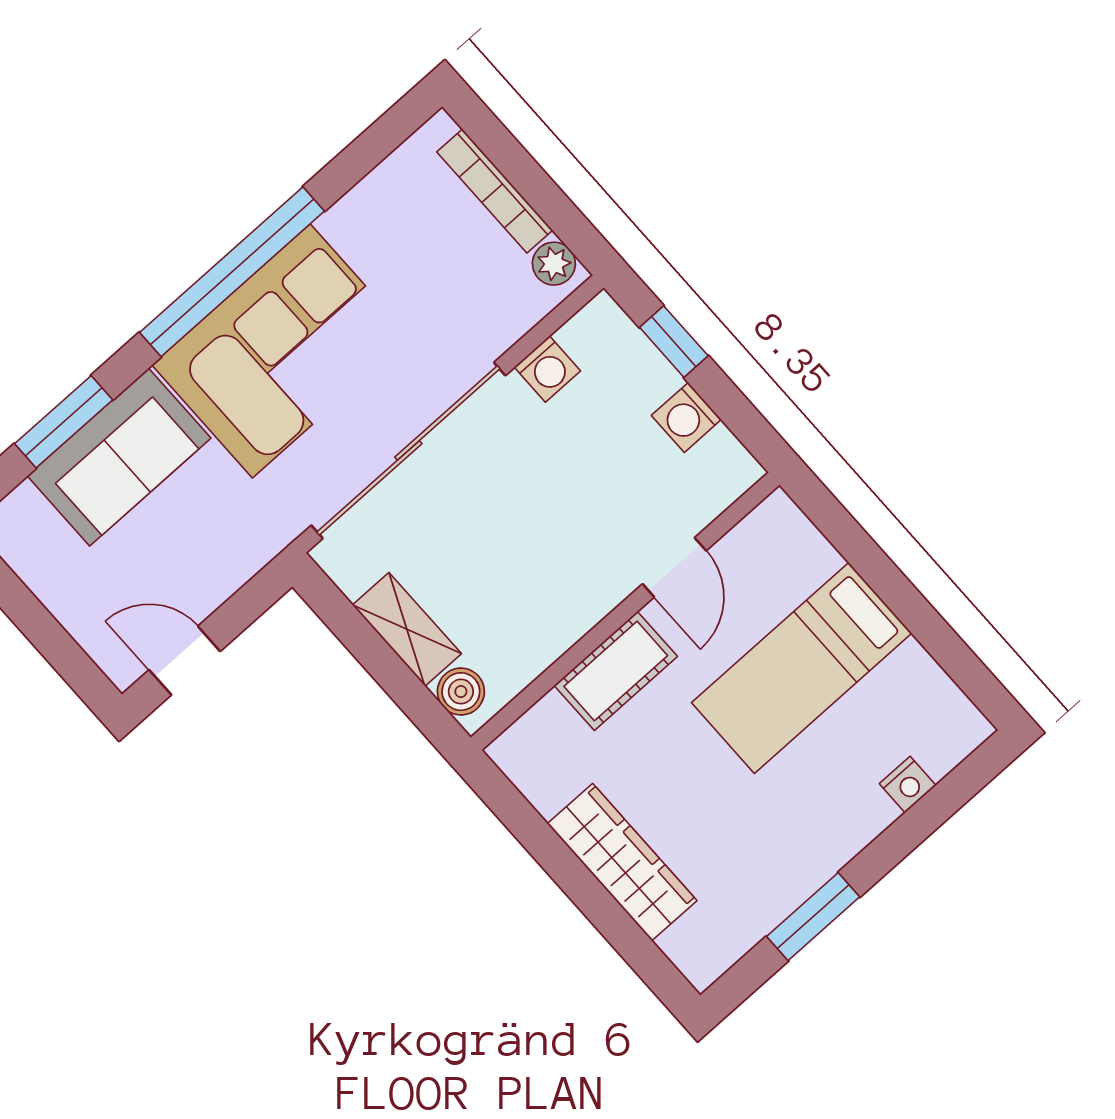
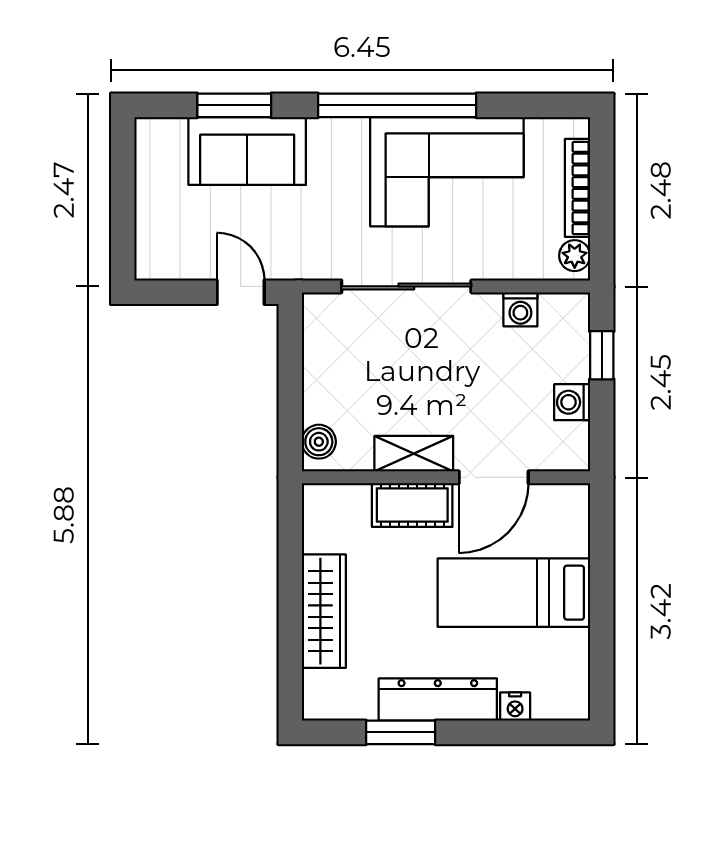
corner sofa: (281, 351) -> (447, 172), moved
sliding door: (408, 450) -> (406, 286), width x0.73
door: (674, 567) -> (494, 477), width x1.38
shelving: (407, 629) -> (414, 454), moved, turned 90
door: (185, 661) -> (241, 292), moved
dresser: (821, 849) -> (438, 700), added

